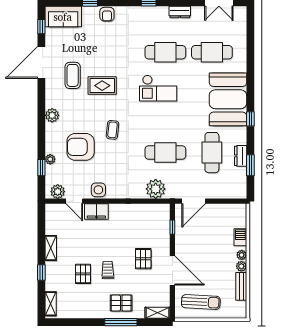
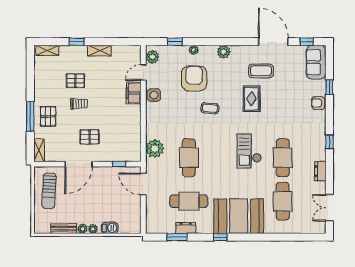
plant: (50, 159) -> (194, 50), moved

